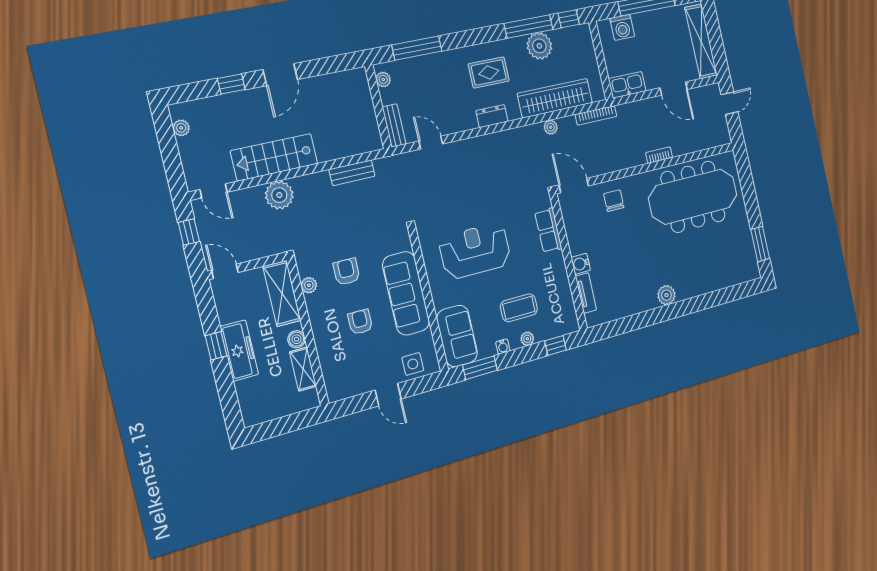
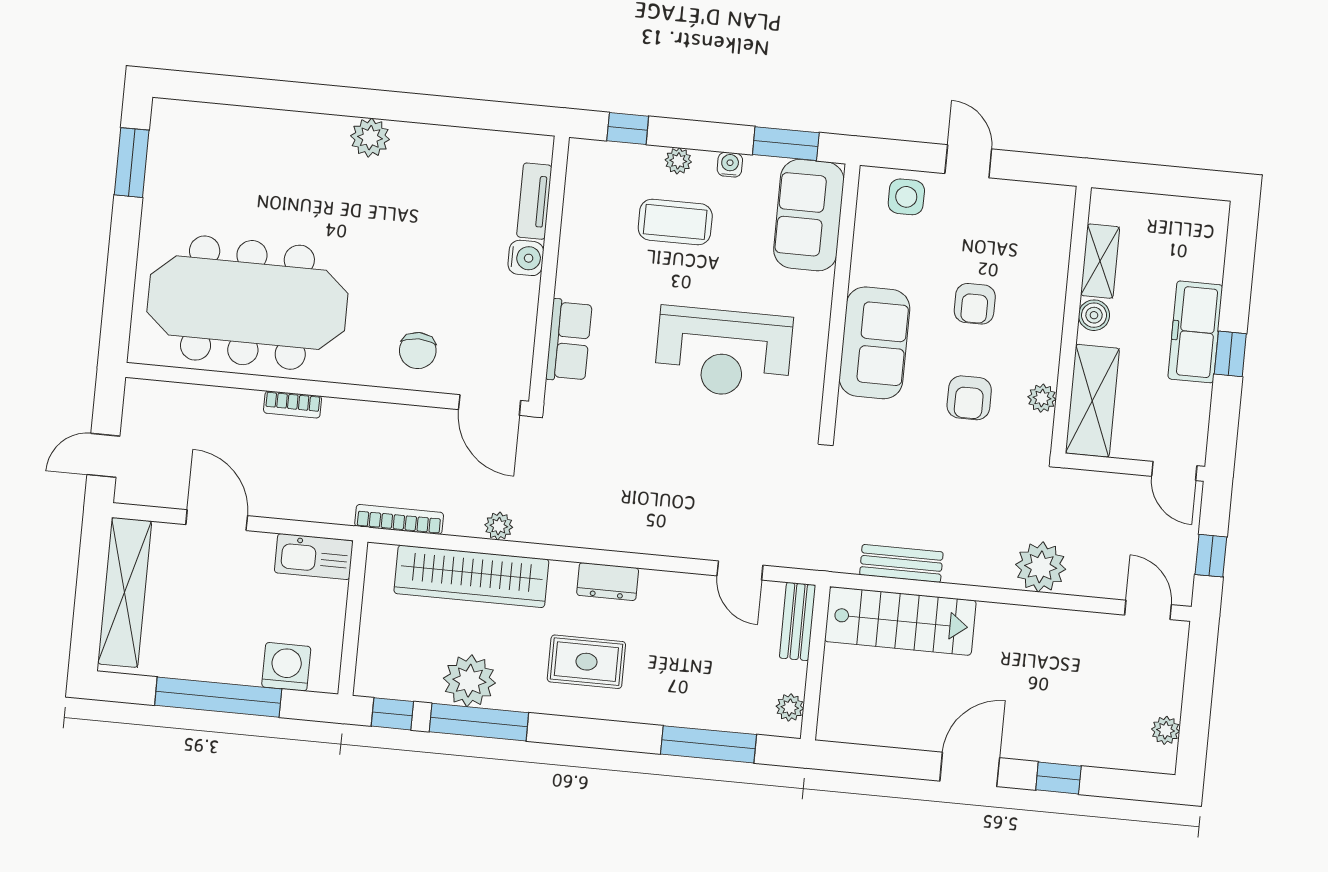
stairs: (274, 157) -> (900, 621), moved
sofa: (406, 293) -> (874, 343), width x0.73

